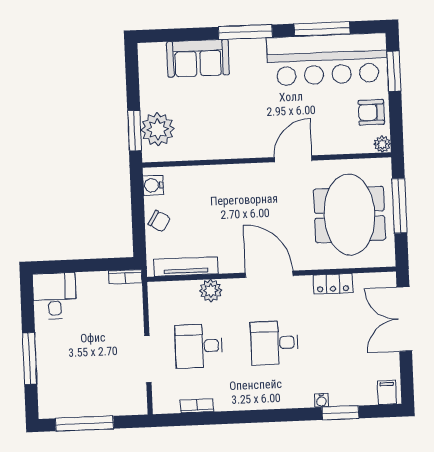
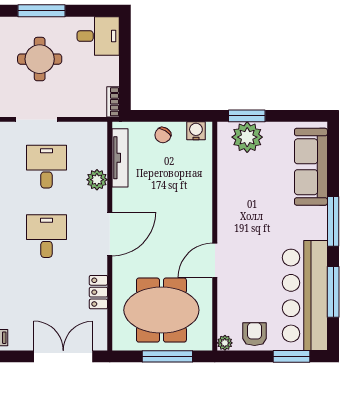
sofa: (198, 58) -> (311, 167), width x1.36
door: (293, 159) -> (215, 260), swing flipped
round table: (82, 358) -> (40, 59), added

